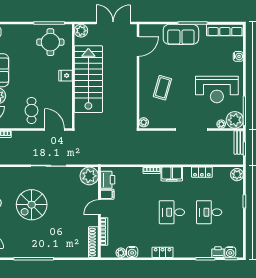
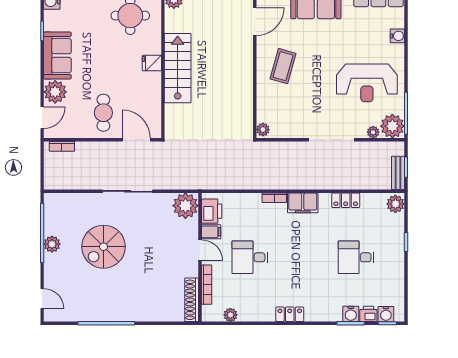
stairs: (88, 79) -> (178, 68), width x0.73, depth x0.66
coffee table: (162, 88) -> (283, 66), moved
bench: (239, 142) -> (398, 173), moved
door: (99, 207) -> (200, 250), swing flipped
desk: (172, 212) -> (250, 257), moved
water cooler: (132, 252) -> (351, 314), moved

